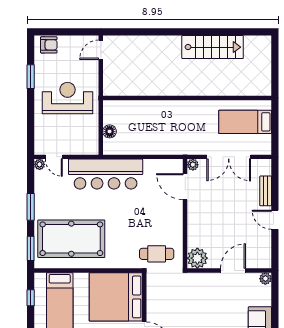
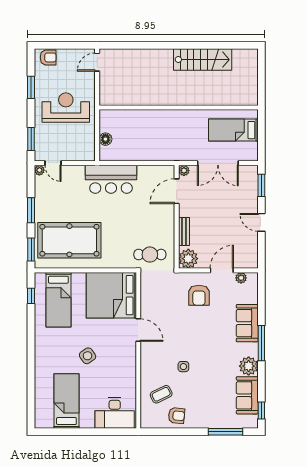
window: (31, 131) -> (31, 139), added
bar counter: (106, 174) -> (111, 179), width x0.73
window: (275, 180) -> (261, 185), added
door: (185, 187) -> (177, 191), hinge flipped
bench: (266, 191) -> (184, 231), moved
plant: (265, 279) -> (241, 278), moved
armchair: (209, 297) -> (199, 295), added

